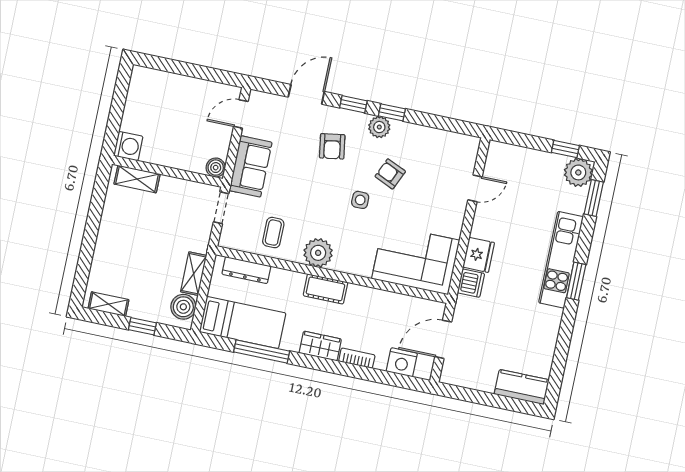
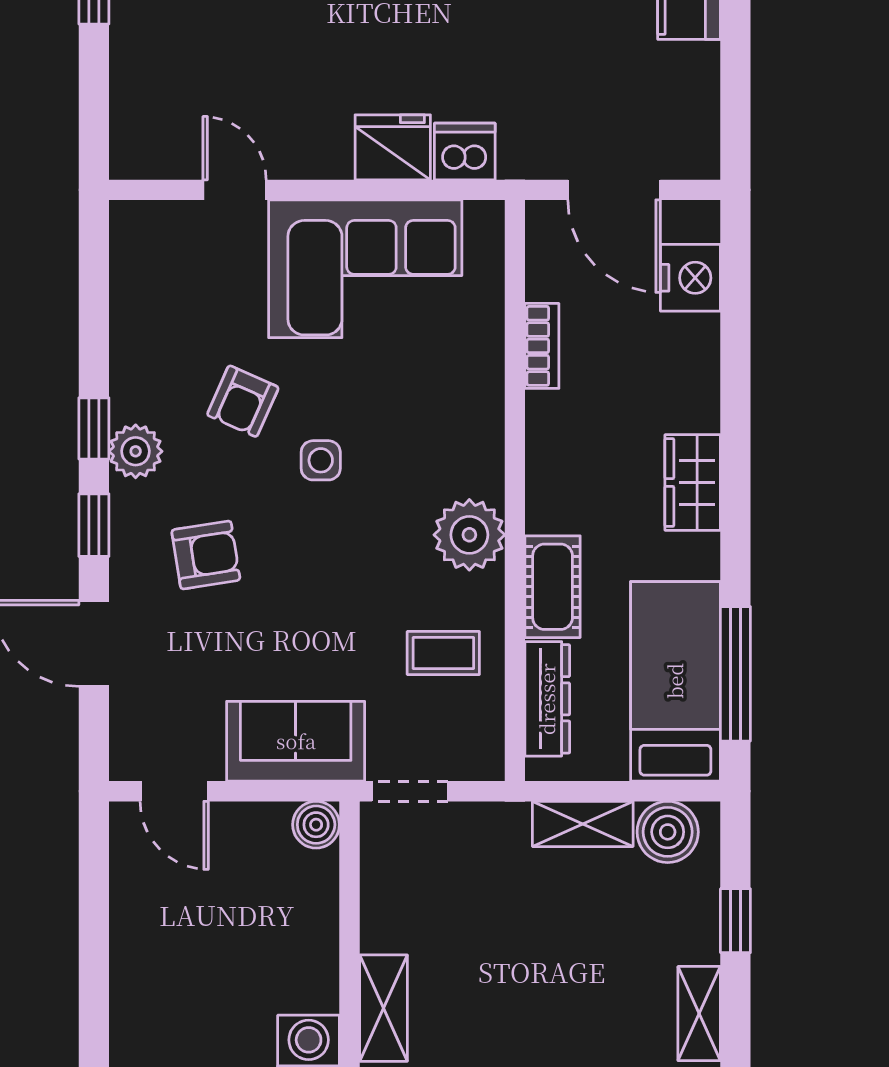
corner sofa: (416, 259) -> (365, 269), moved, turned -90
cot: (325, 289) -> (553, 587), moved
window: (262, 351) -> (735, 674), moved
bookcase: (357, 358) -> (542, 346), moved, turned 180

